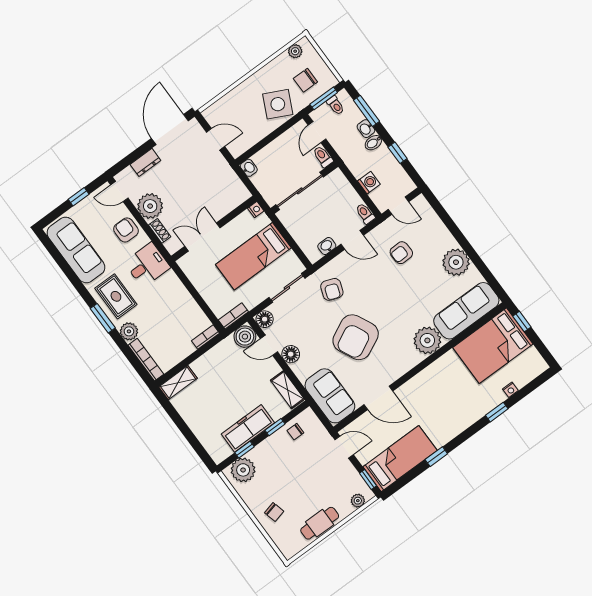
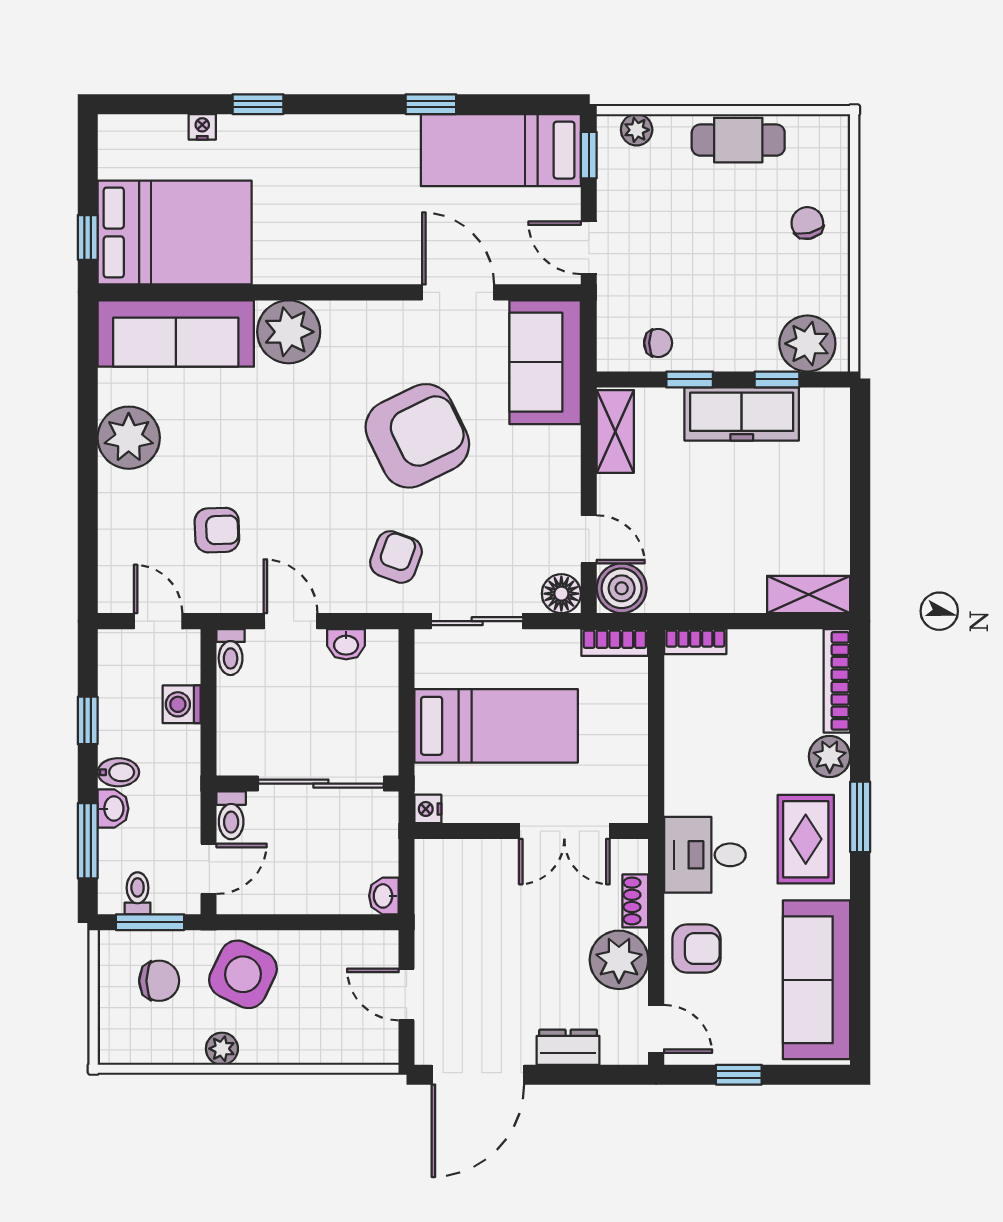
plant: (295, 51) -> (222, 1049), moved
armchair: (126, 230) -> (696, 949), turned -90
floor lamp: (291, 354) -> (561, 493), removed

